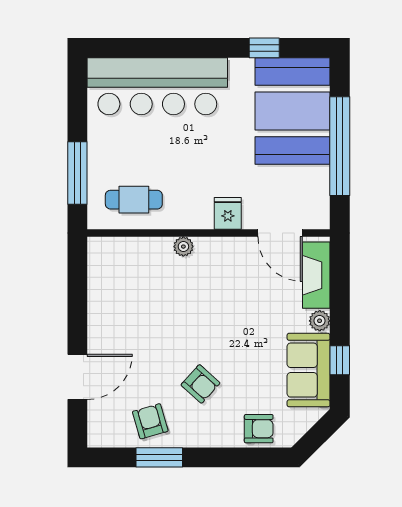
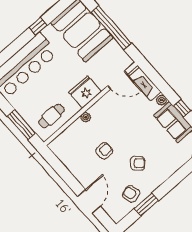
window: (264, 48) -> (38, 26), moved
fridge: (228, 213) -> (85, 92), width x1.88, depth x1.34
armchair: (259, 429) -> (104, 151), moved

